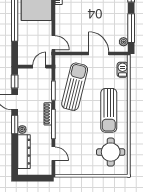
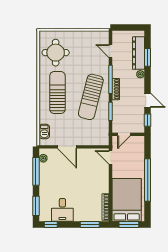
sun lounger: (75, 87) -> (91, 97), moved
window: (15, 125) -> (148, 57), moved

